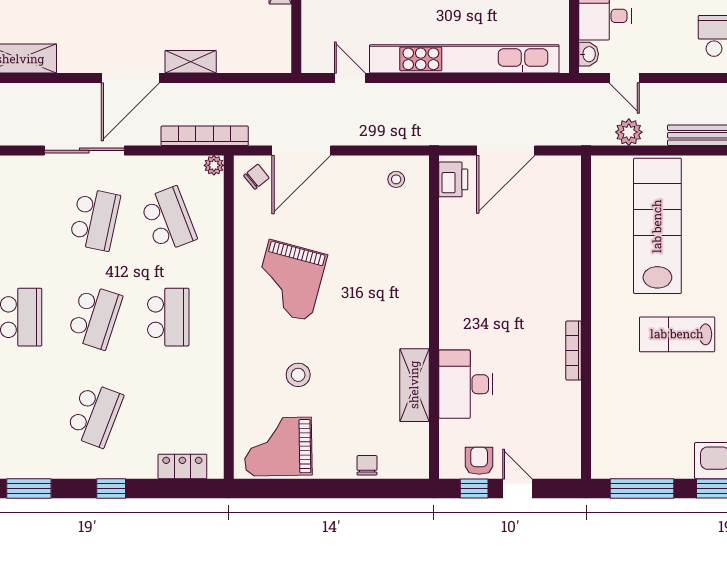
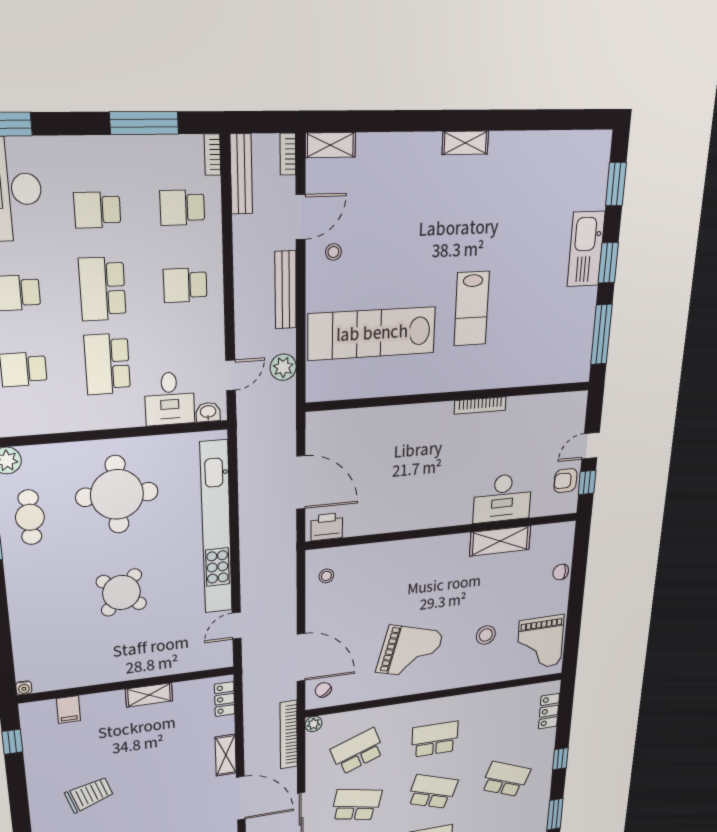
locker: (262, 62) -> (225, 699), added

